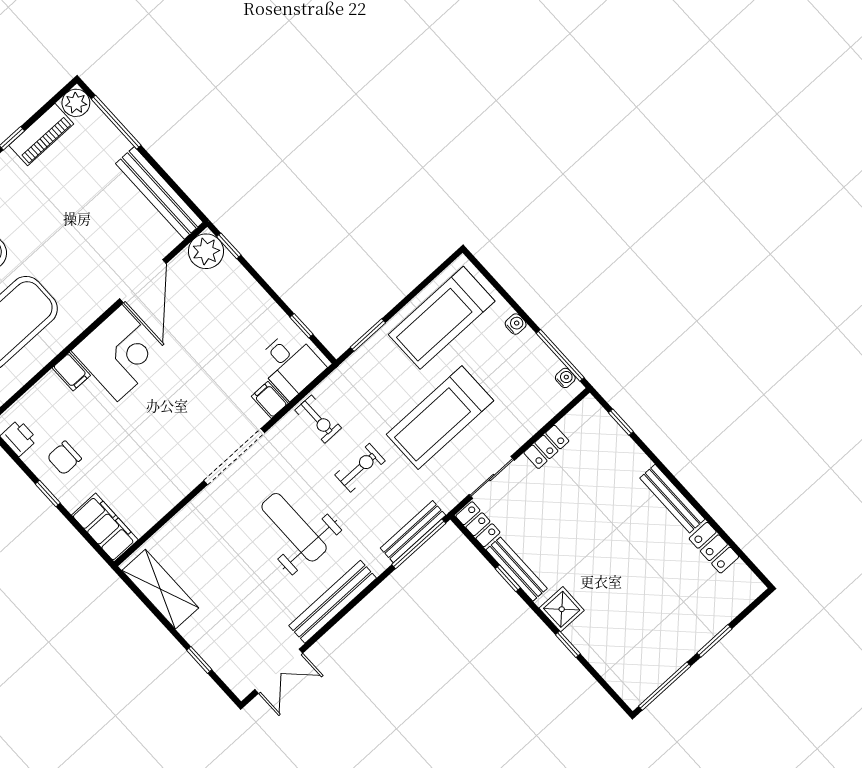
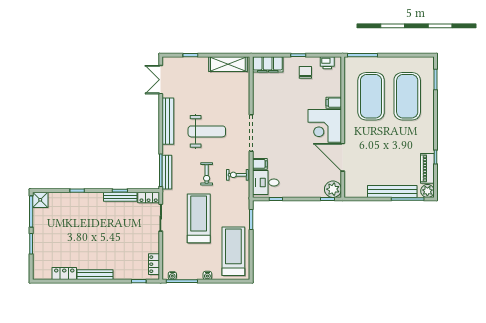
bench: (159, 193) -> (392, 191), moved
locker: (546, 447) -> (154, 264), moved
shower: (562, 609) -> (40, 200), moved

